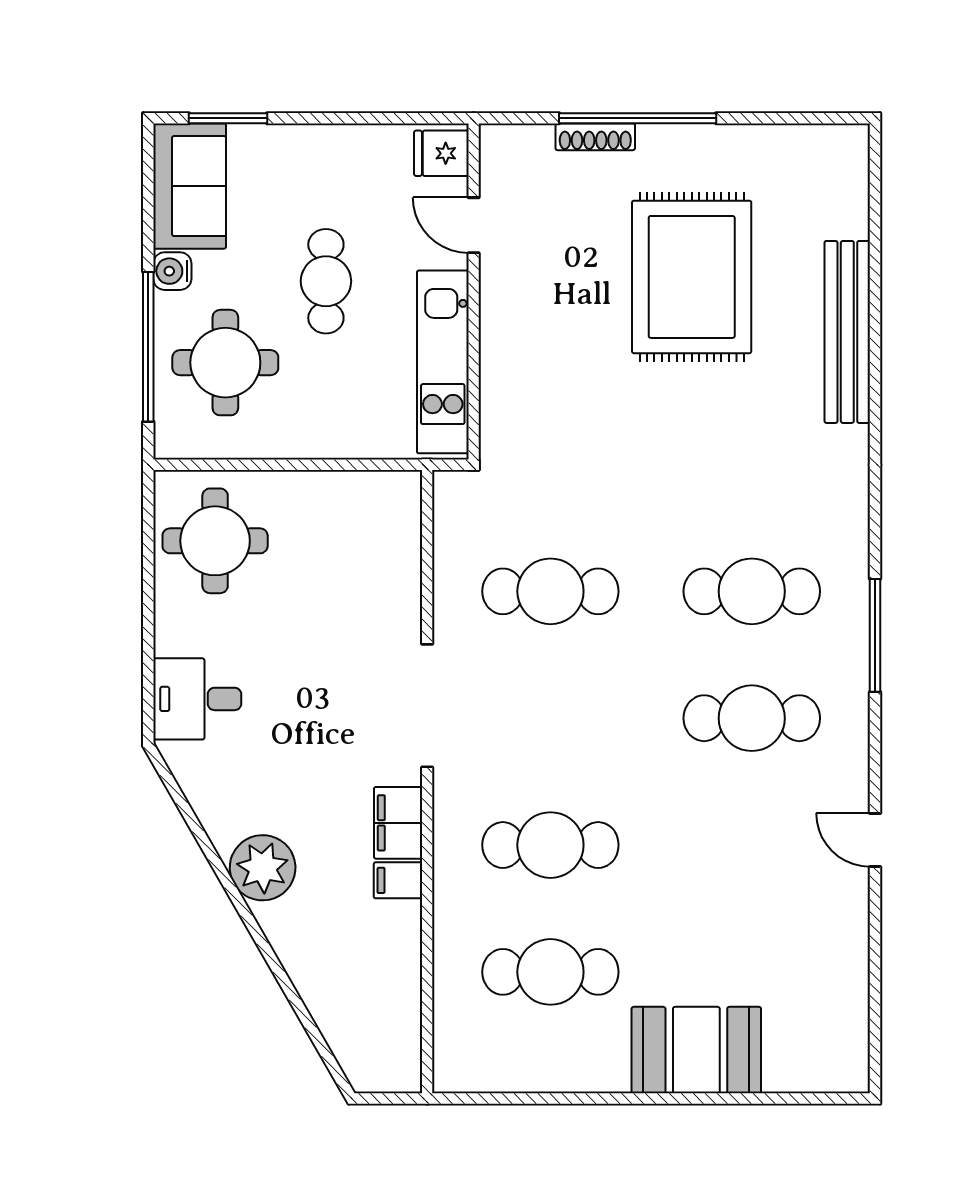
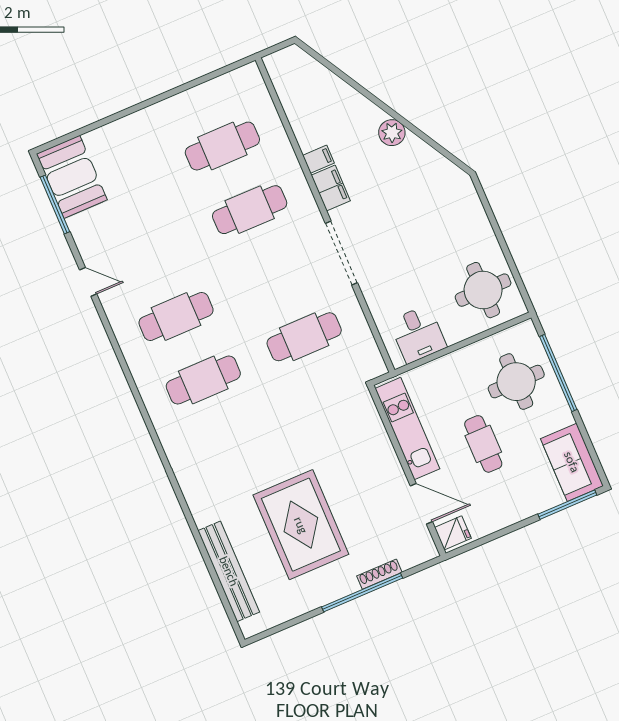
window: (228, 118) -> (567, 505), width x1.44
door: (474, 225) -> (421, 504), width x1.37
water cooler: (172, 271) -> (562, 416), removed
bench: (847, 332) -> (229, 571), moved
window: (875, 635) -> (55, 204), moved
desk: (197, 699) -> (418, 334), moved, turned 90
plant: (263, 868) -> (392, 133), width x0.73, depth x0.73
booth: (696, 1050) -> (72, 177), moved, turned 90

